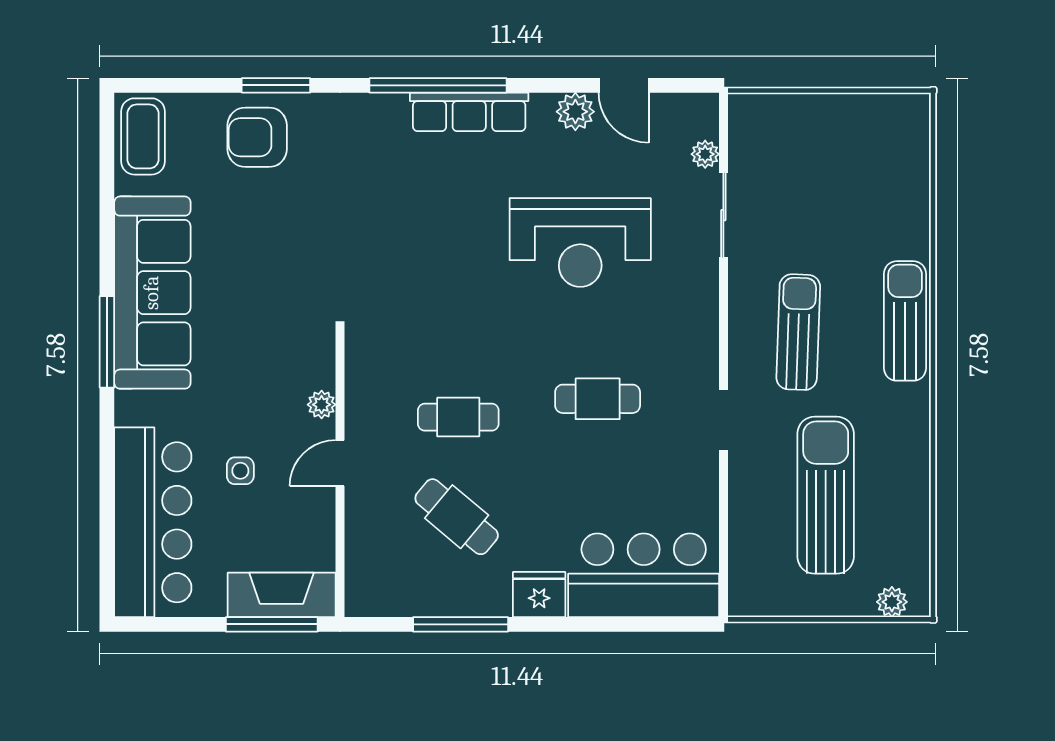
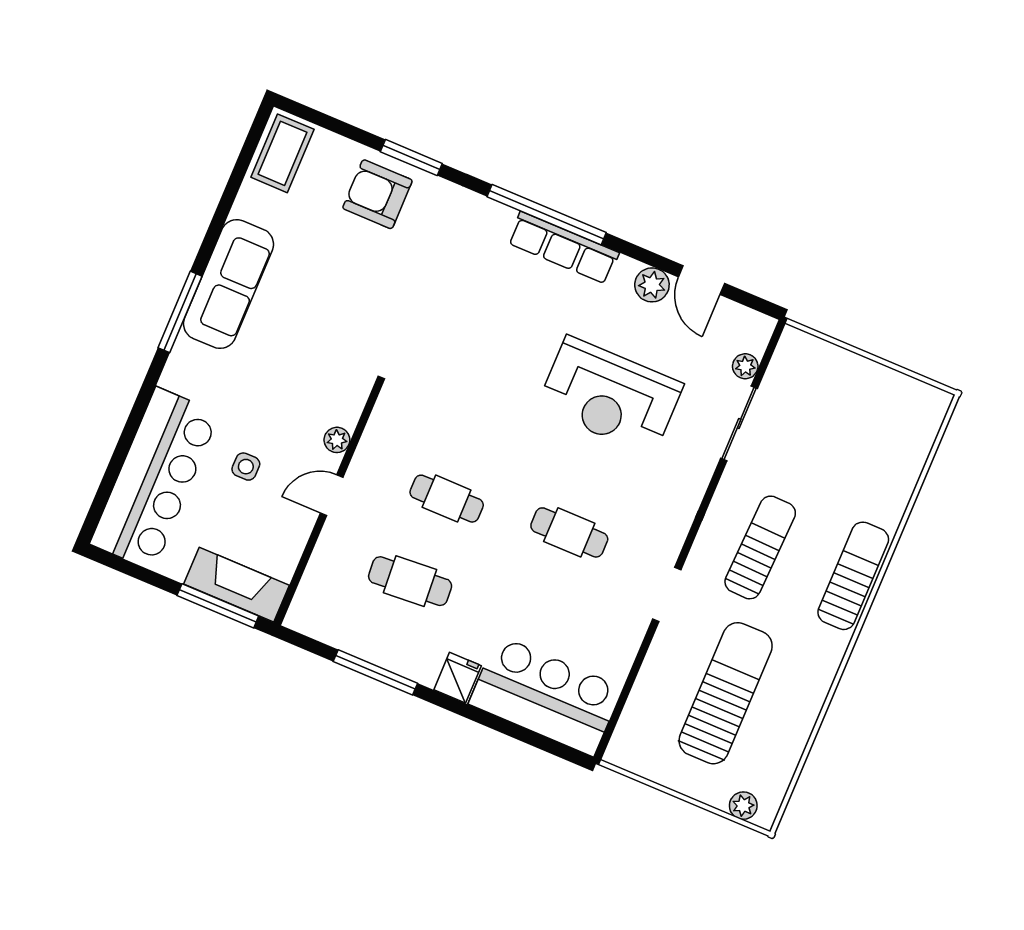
sofa: (152, 293) -> (228, 284), width x0.74, depth x0.79
cafe table: (457, 517) -> (410, 581), turned -44
fridge: (539, 595) -> (458, 678), width x0.72

